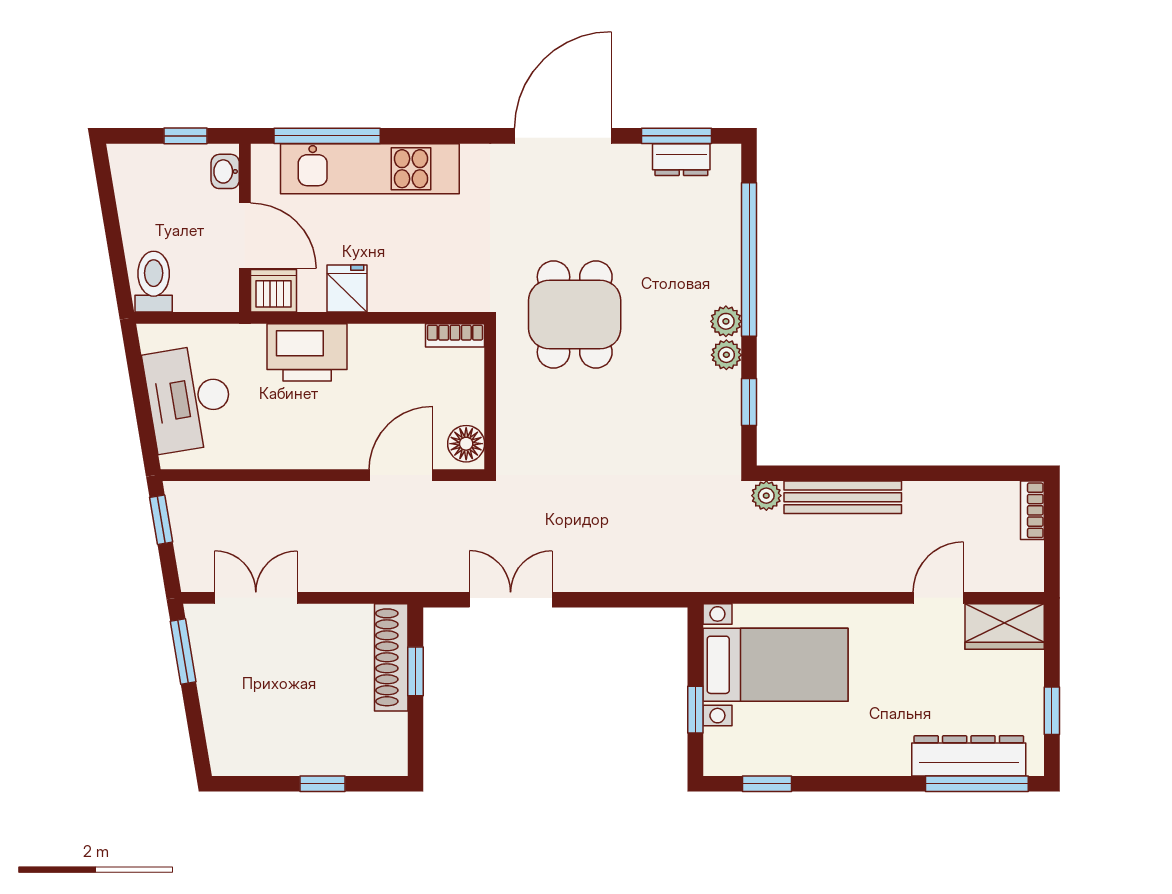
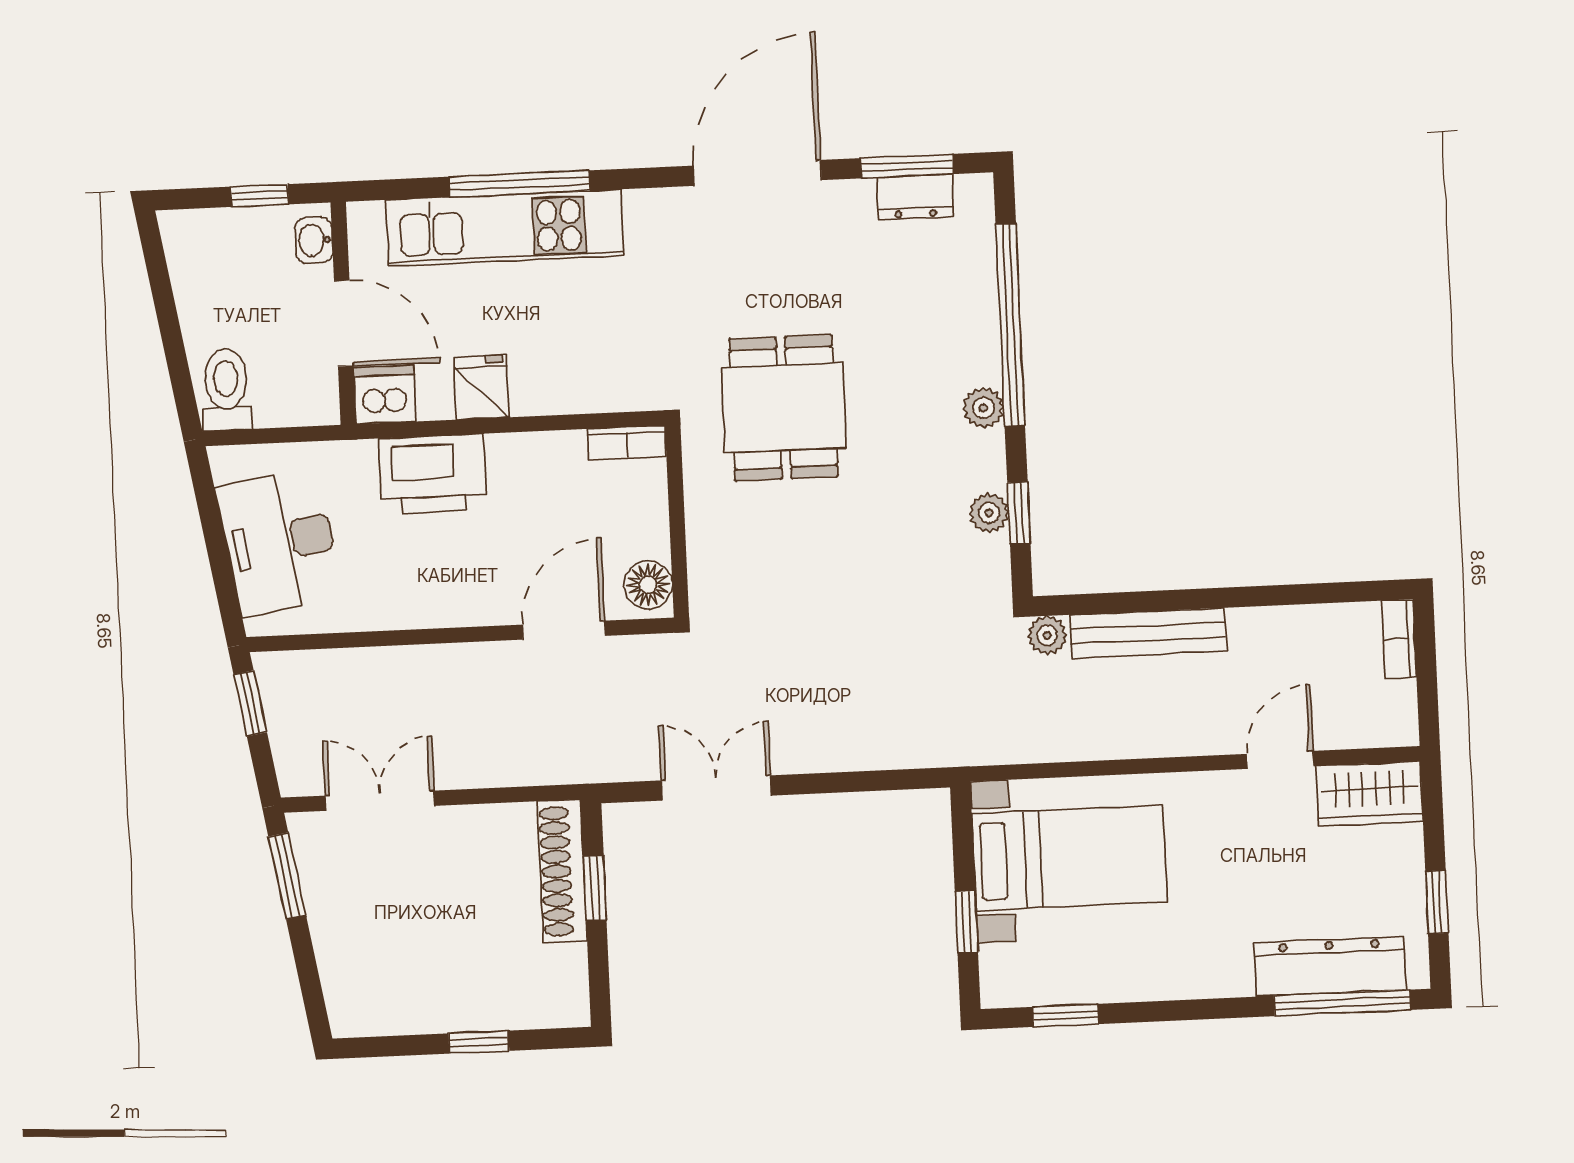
window: (327, 136) -> (519, 184), moved
plant: (726, 355) -> (989, 513), moved

